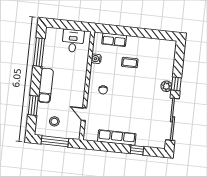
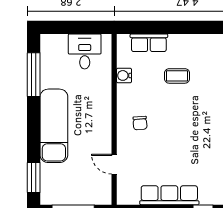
exam couch: (46, 86) -> (54, 126), width x1.36, depth x1.45
window: (33, 105) -> (34, 177), moved
stool: (54, 121) -> (69, 180), removed

